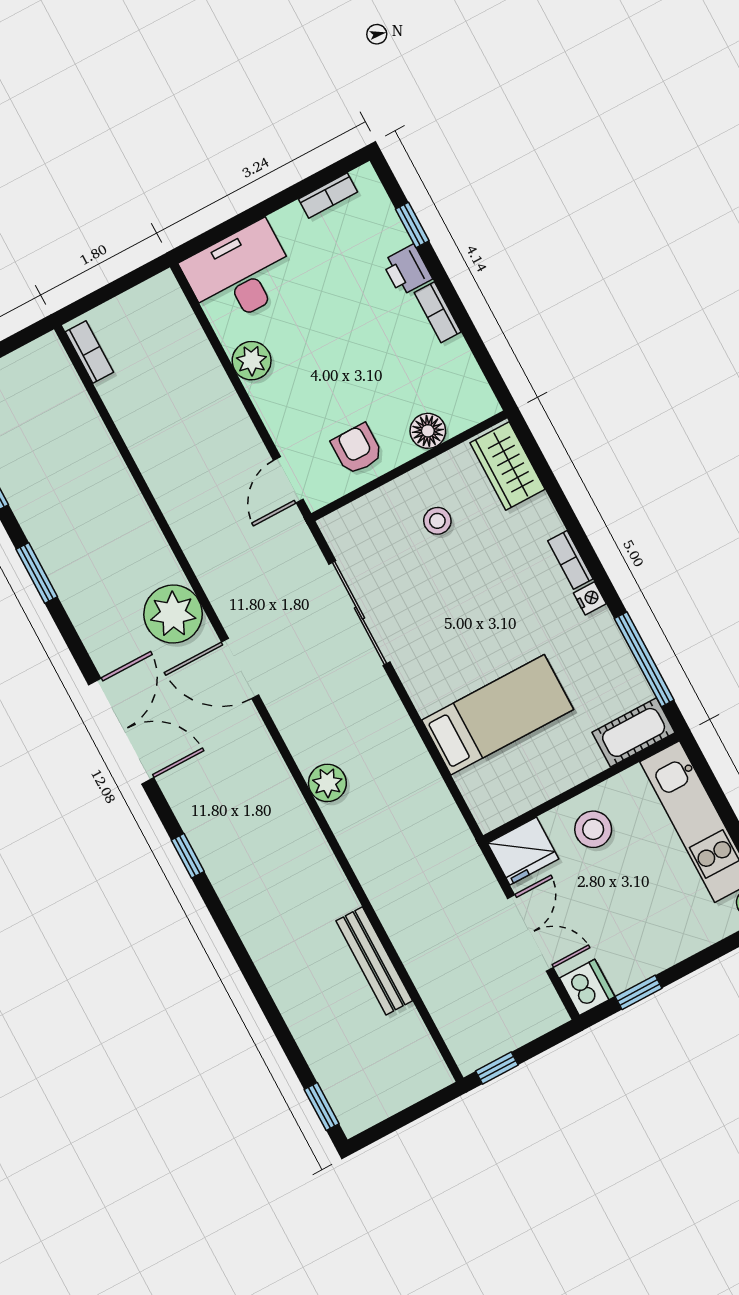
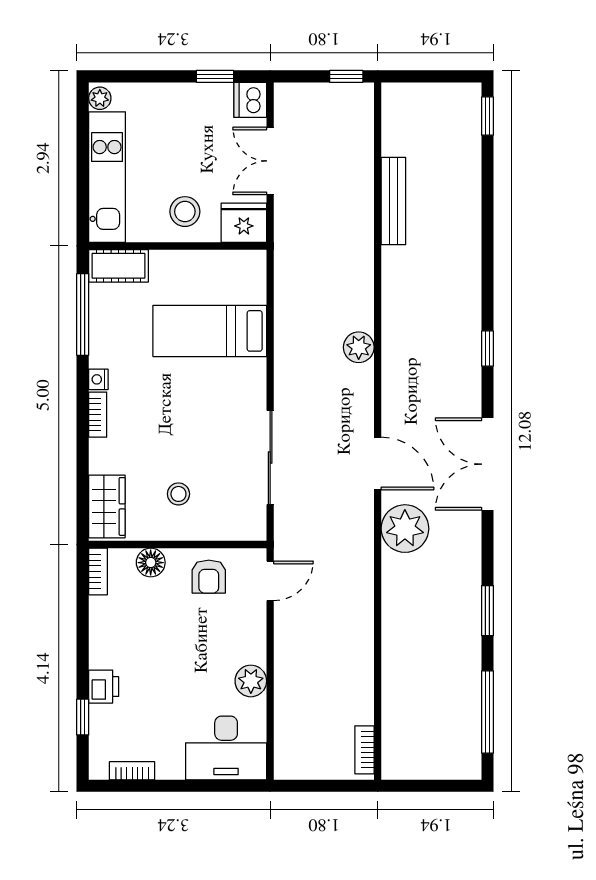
bookcase: (438, 312) -> (98, 571), moved

